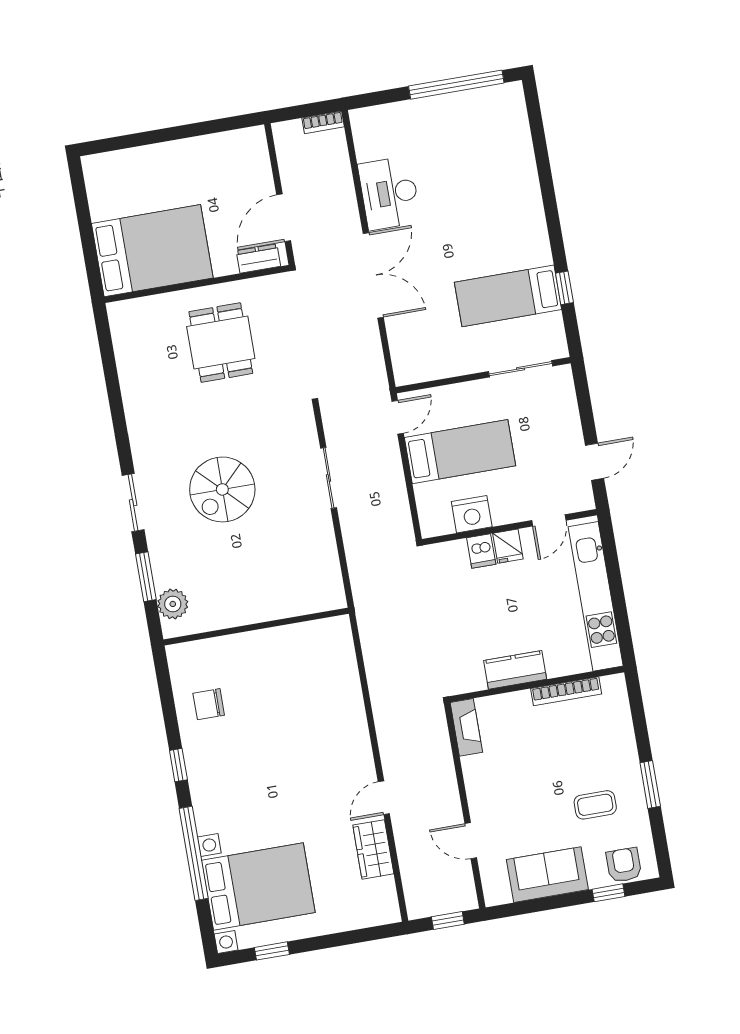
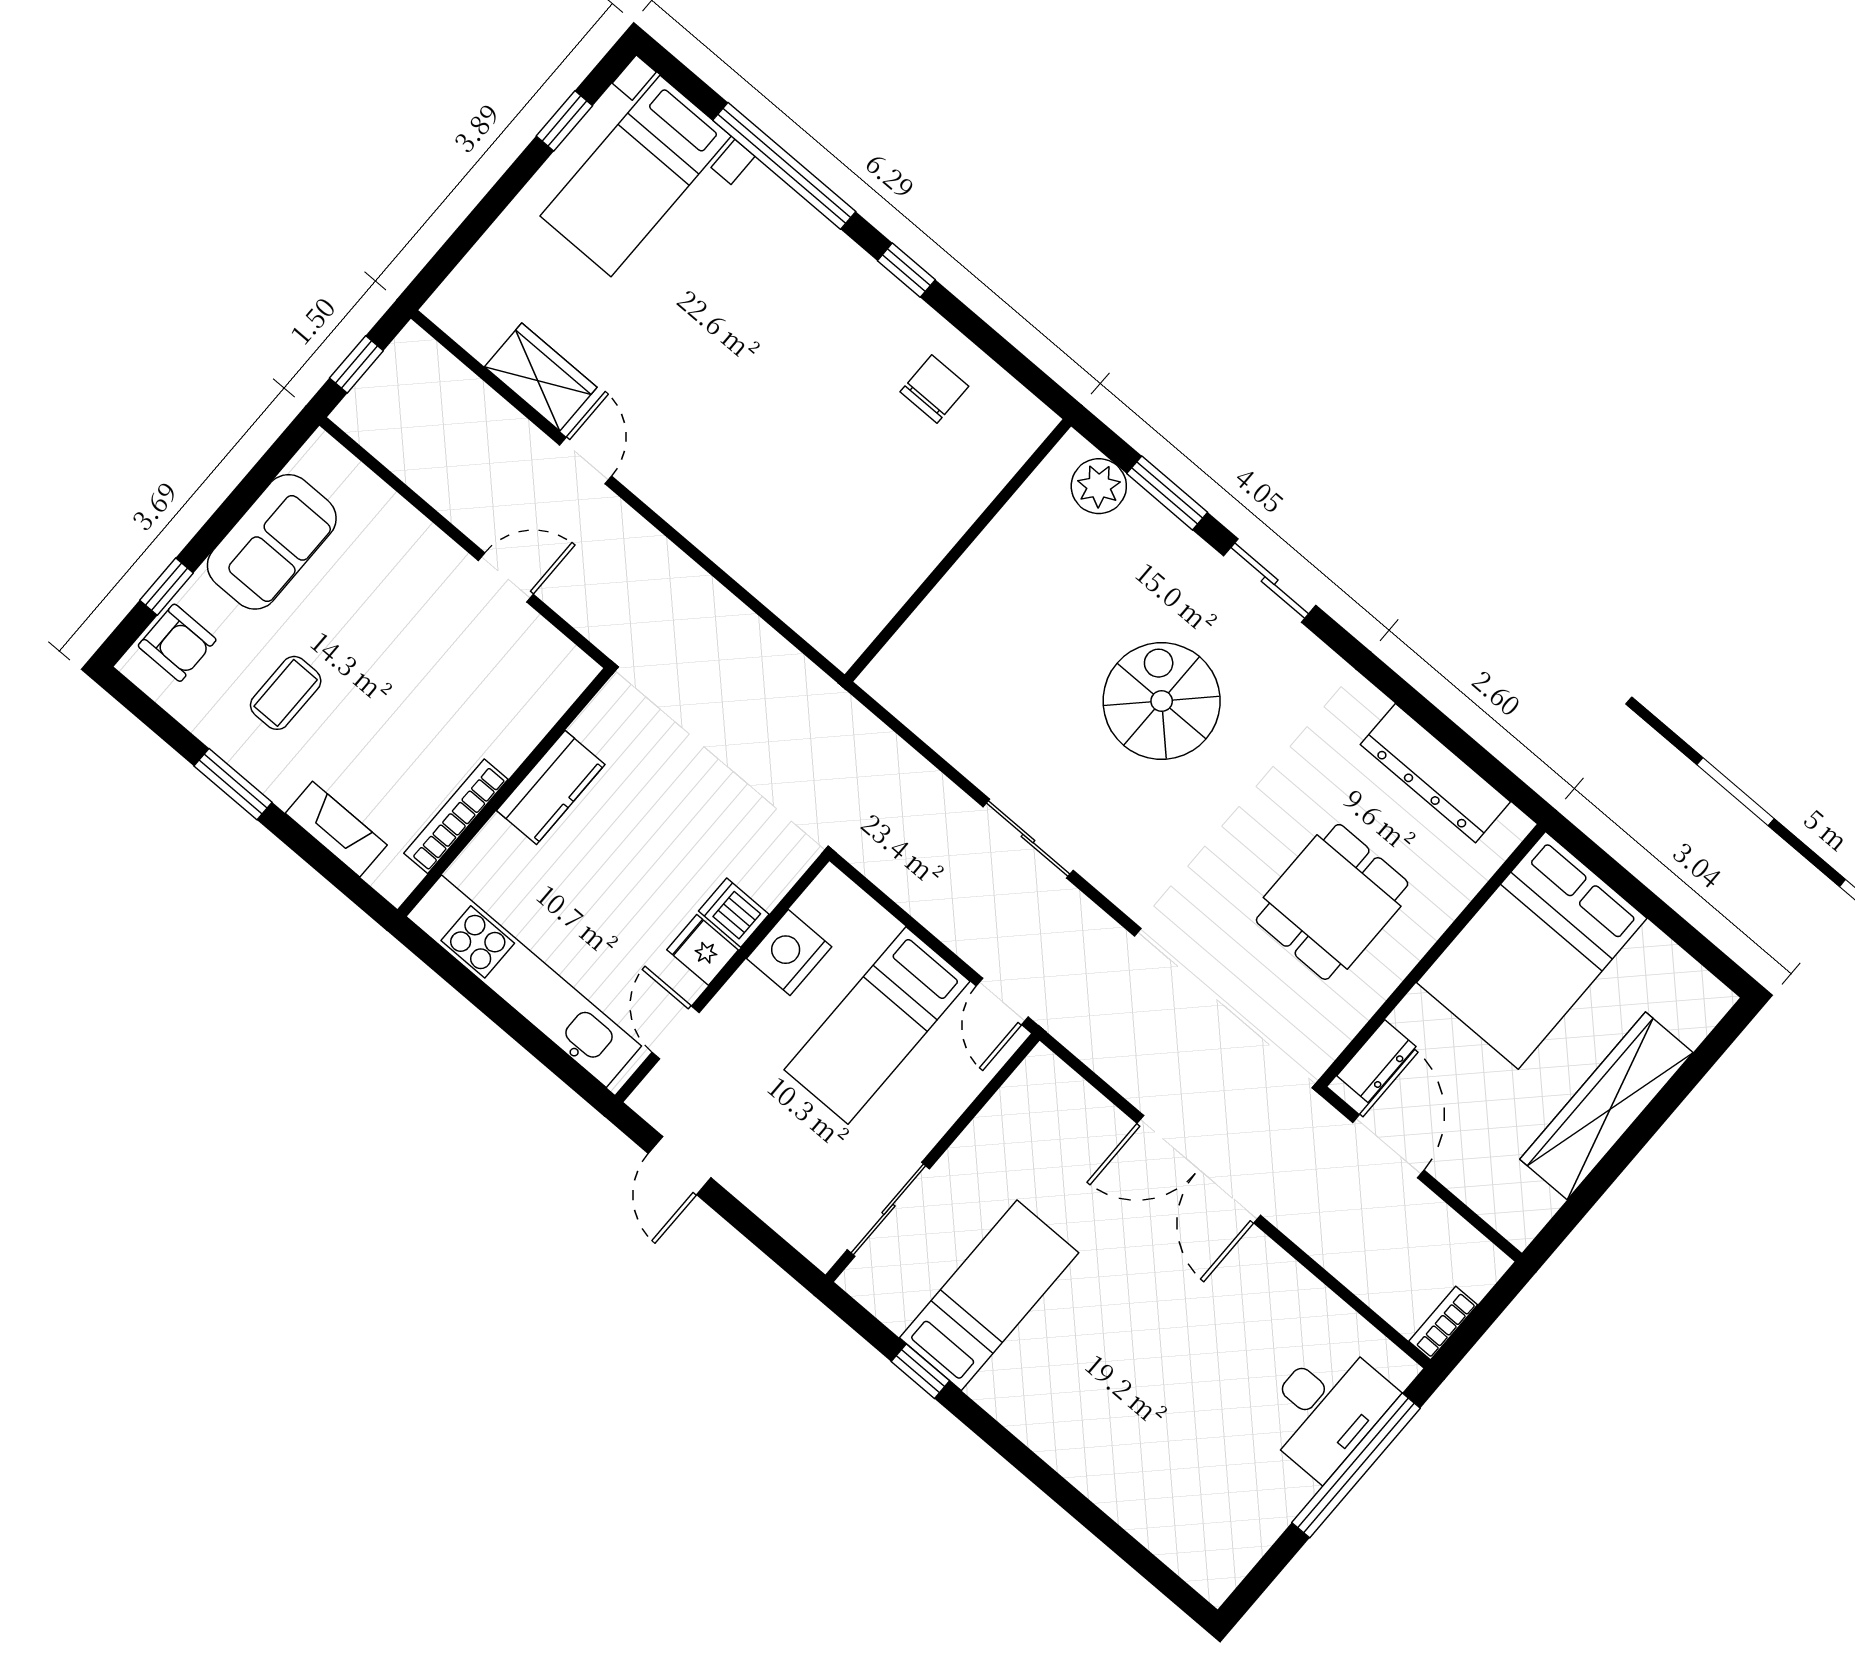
window: (456, 85) -> (1356, 1465), moved
wardrobe: (176, 157) -> (1606, 1106), added
desk: (389, 193) -> (1326, 1408), moved, turned 90
dining table: (221, 343) -> (1332, 902), turned 90
dresser: (131, 361) -> (1435, 773), added
fireplace: (466, 727) -> (336, 829), moved, turned 180
door: (471, 841) -> (506, 577), moved
bed with nightstands: (258, 886) -> (636, 176), width x0.73

